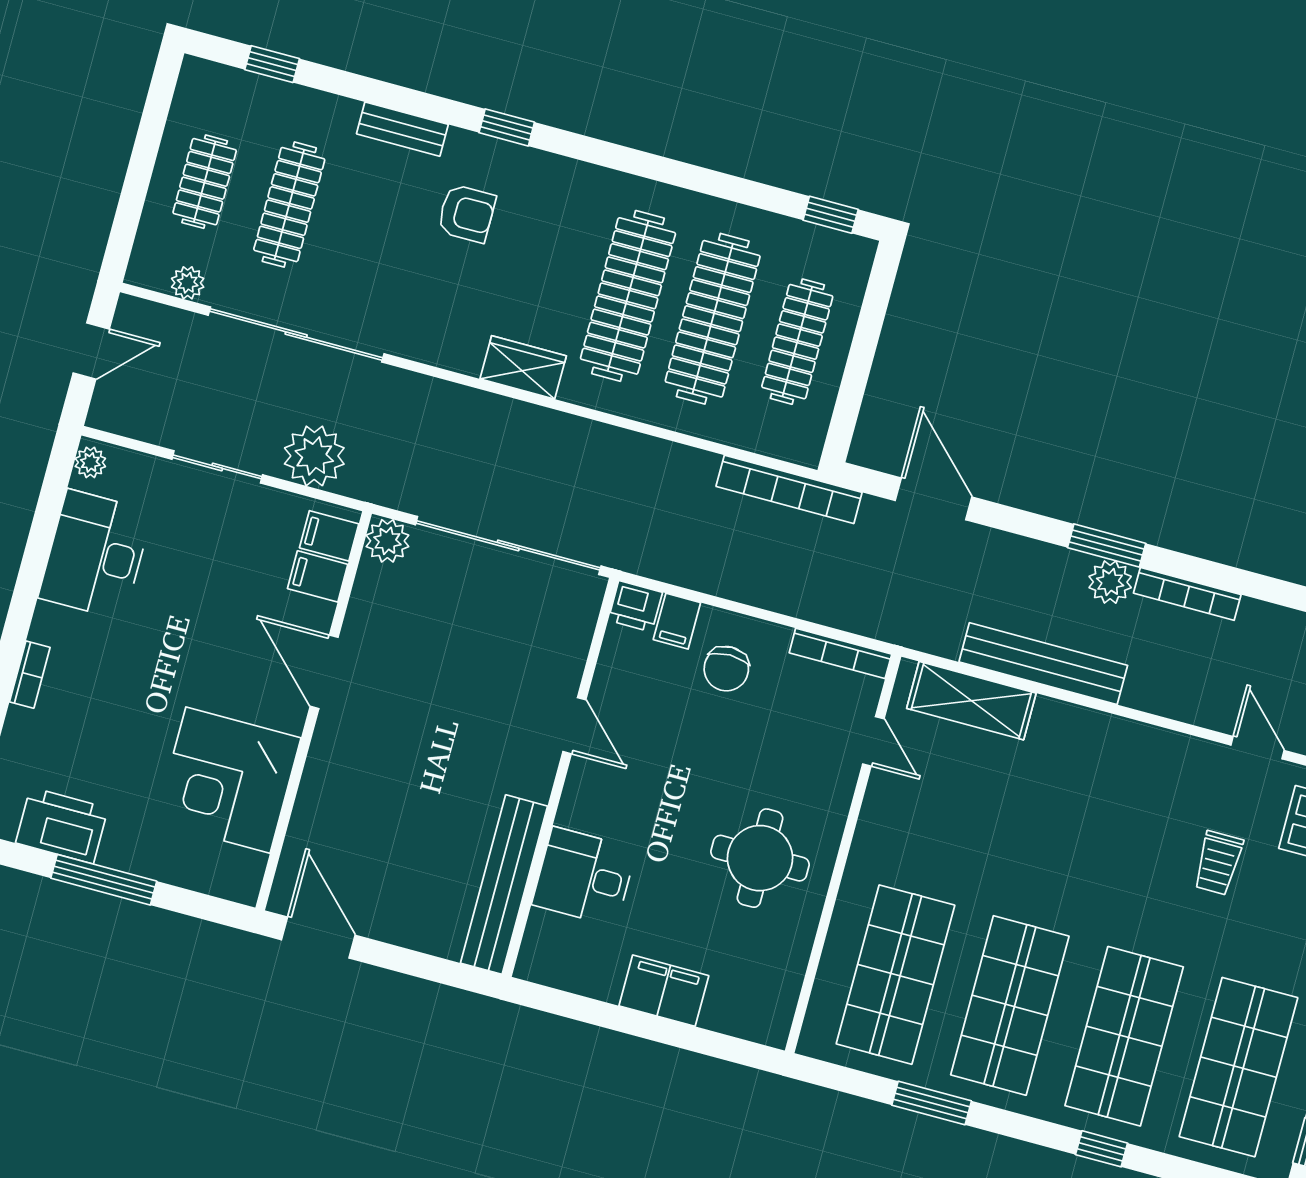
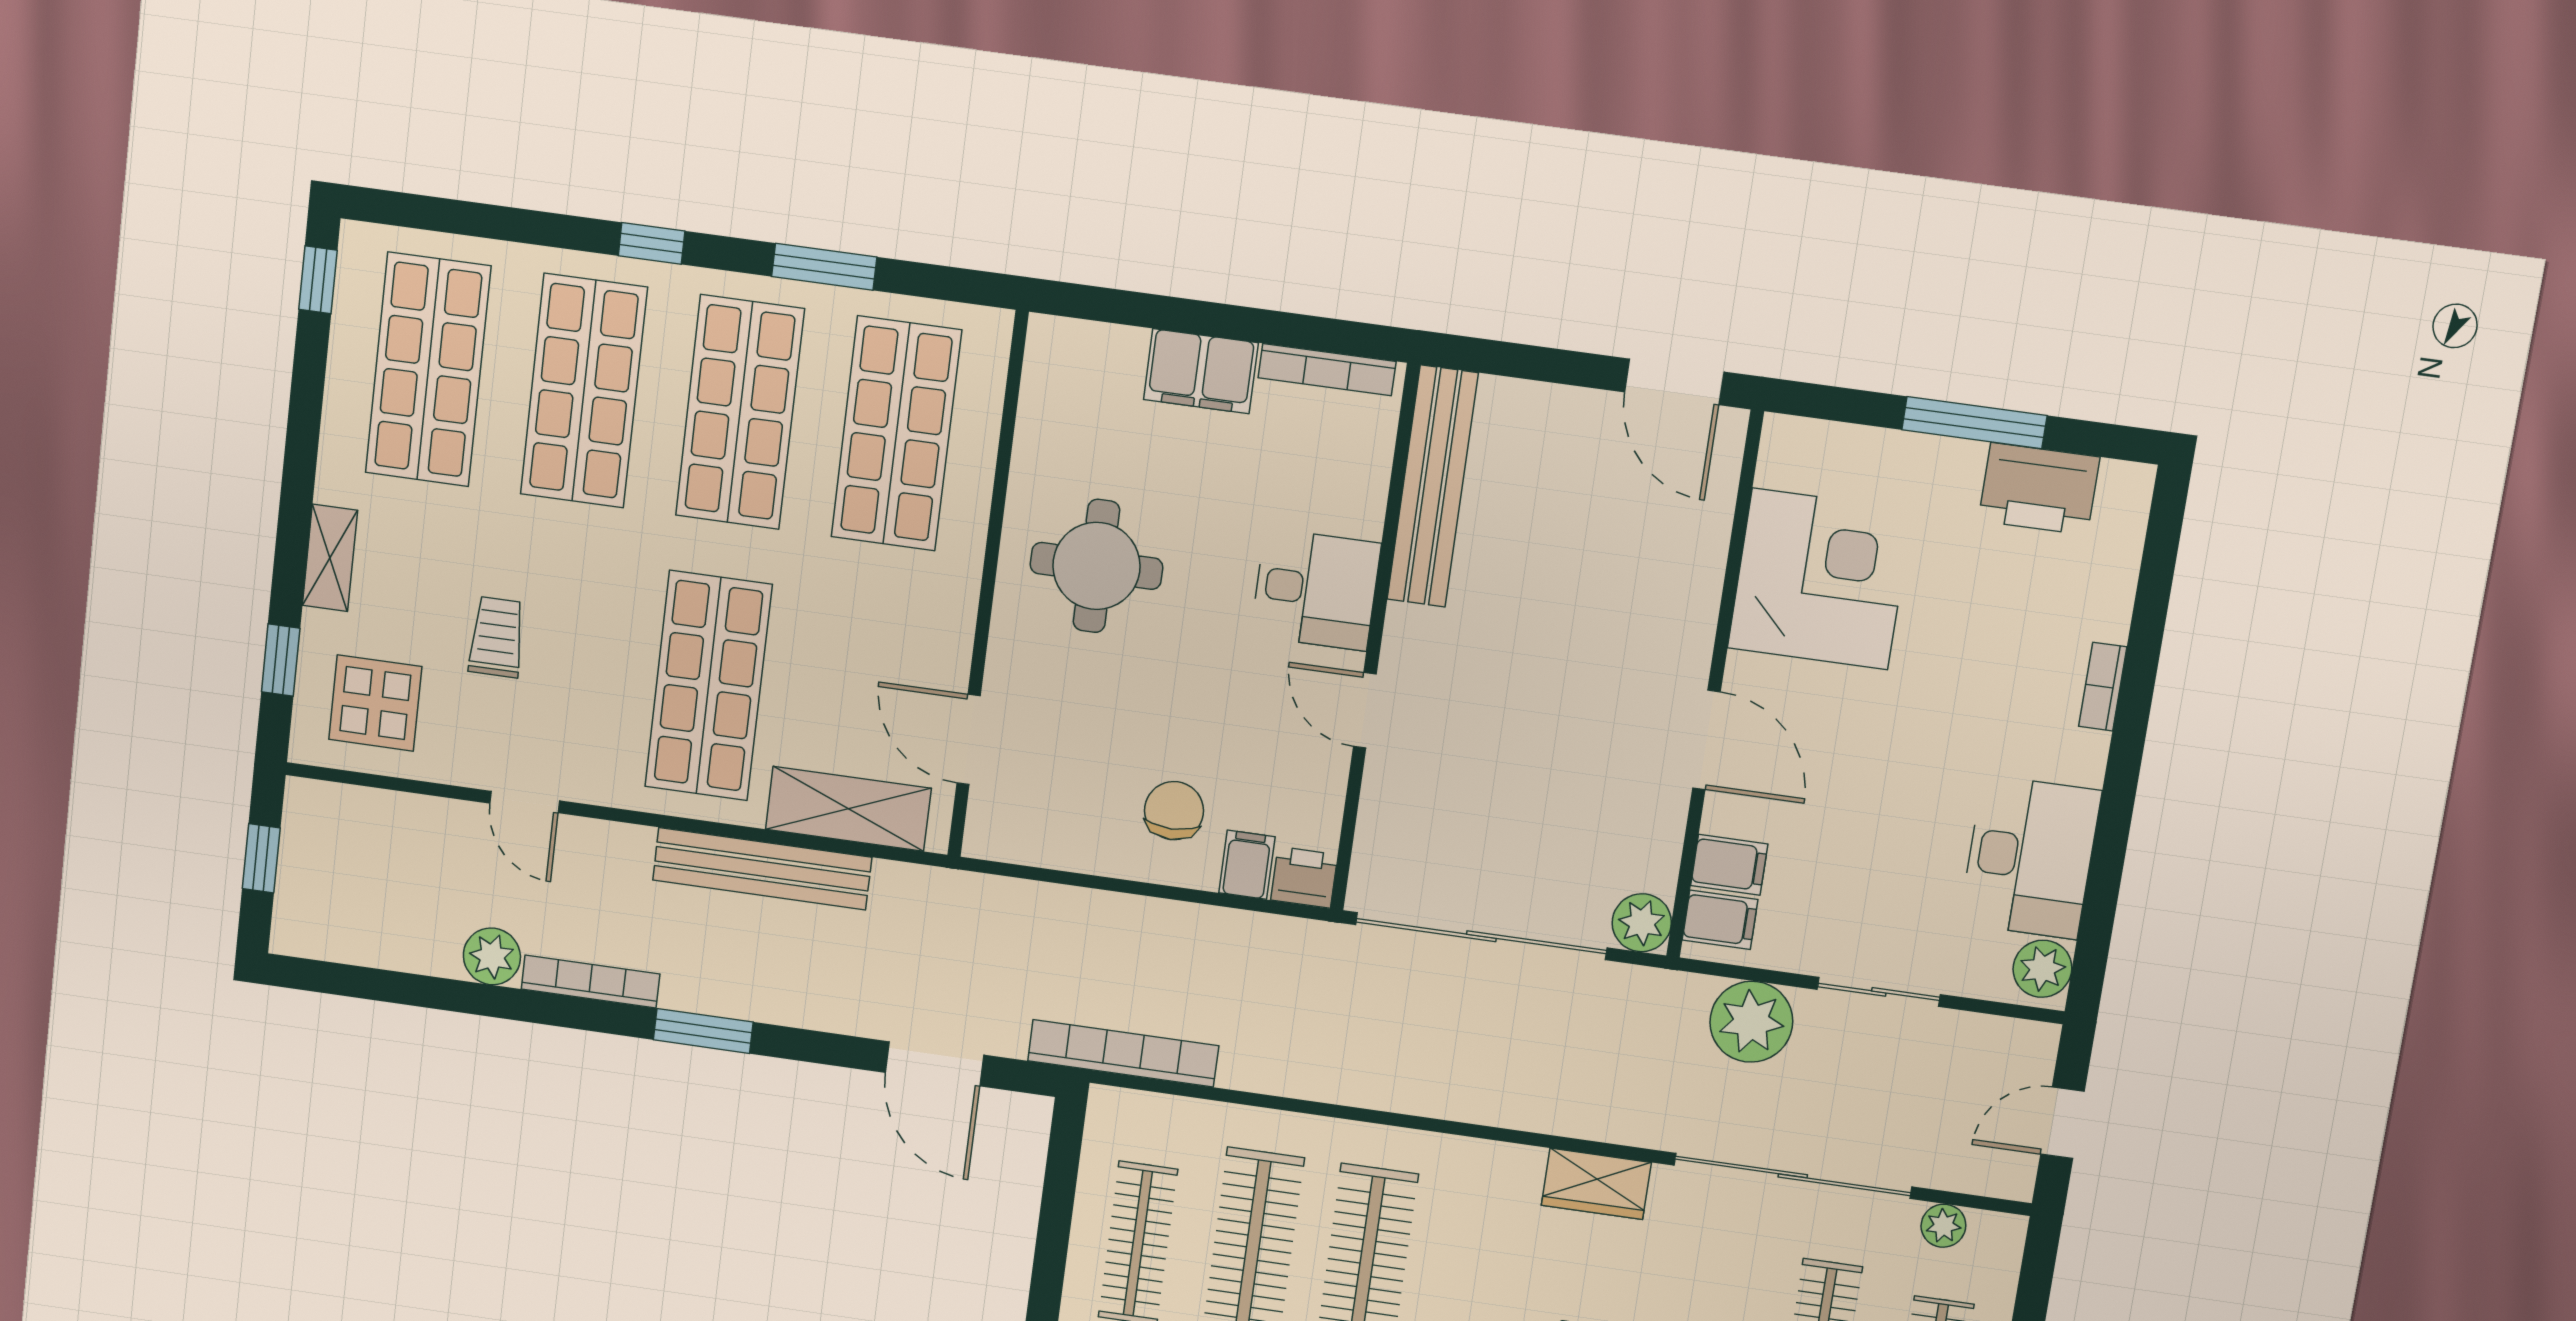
wardrobe: (523, 367) -> (1596, 1184), moved
plant: (90, 462) -> (2042, 969), width x1.38, depth x1.38
plant: (1110, 582) -> (492, 956), moved
bookcase: (840, 653) -> (1327, 370), moved, turned 180
door: (873, 741) -> (969, 739), width x1.38
door: (1257, 748) -> (525, 802), moved
shop shelf: (1064, 806) -> (708, 686), added
desk: (584, 877) -> (1316, 589), moved
window: (1101, 1149) -> (652, 243), moved

